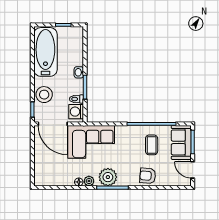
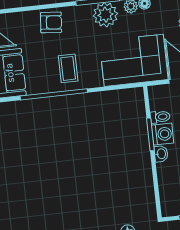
washing machine: (76, 112) -> (163, 134), moved
coffee table: (152, 145) -> (68, 68), moved

